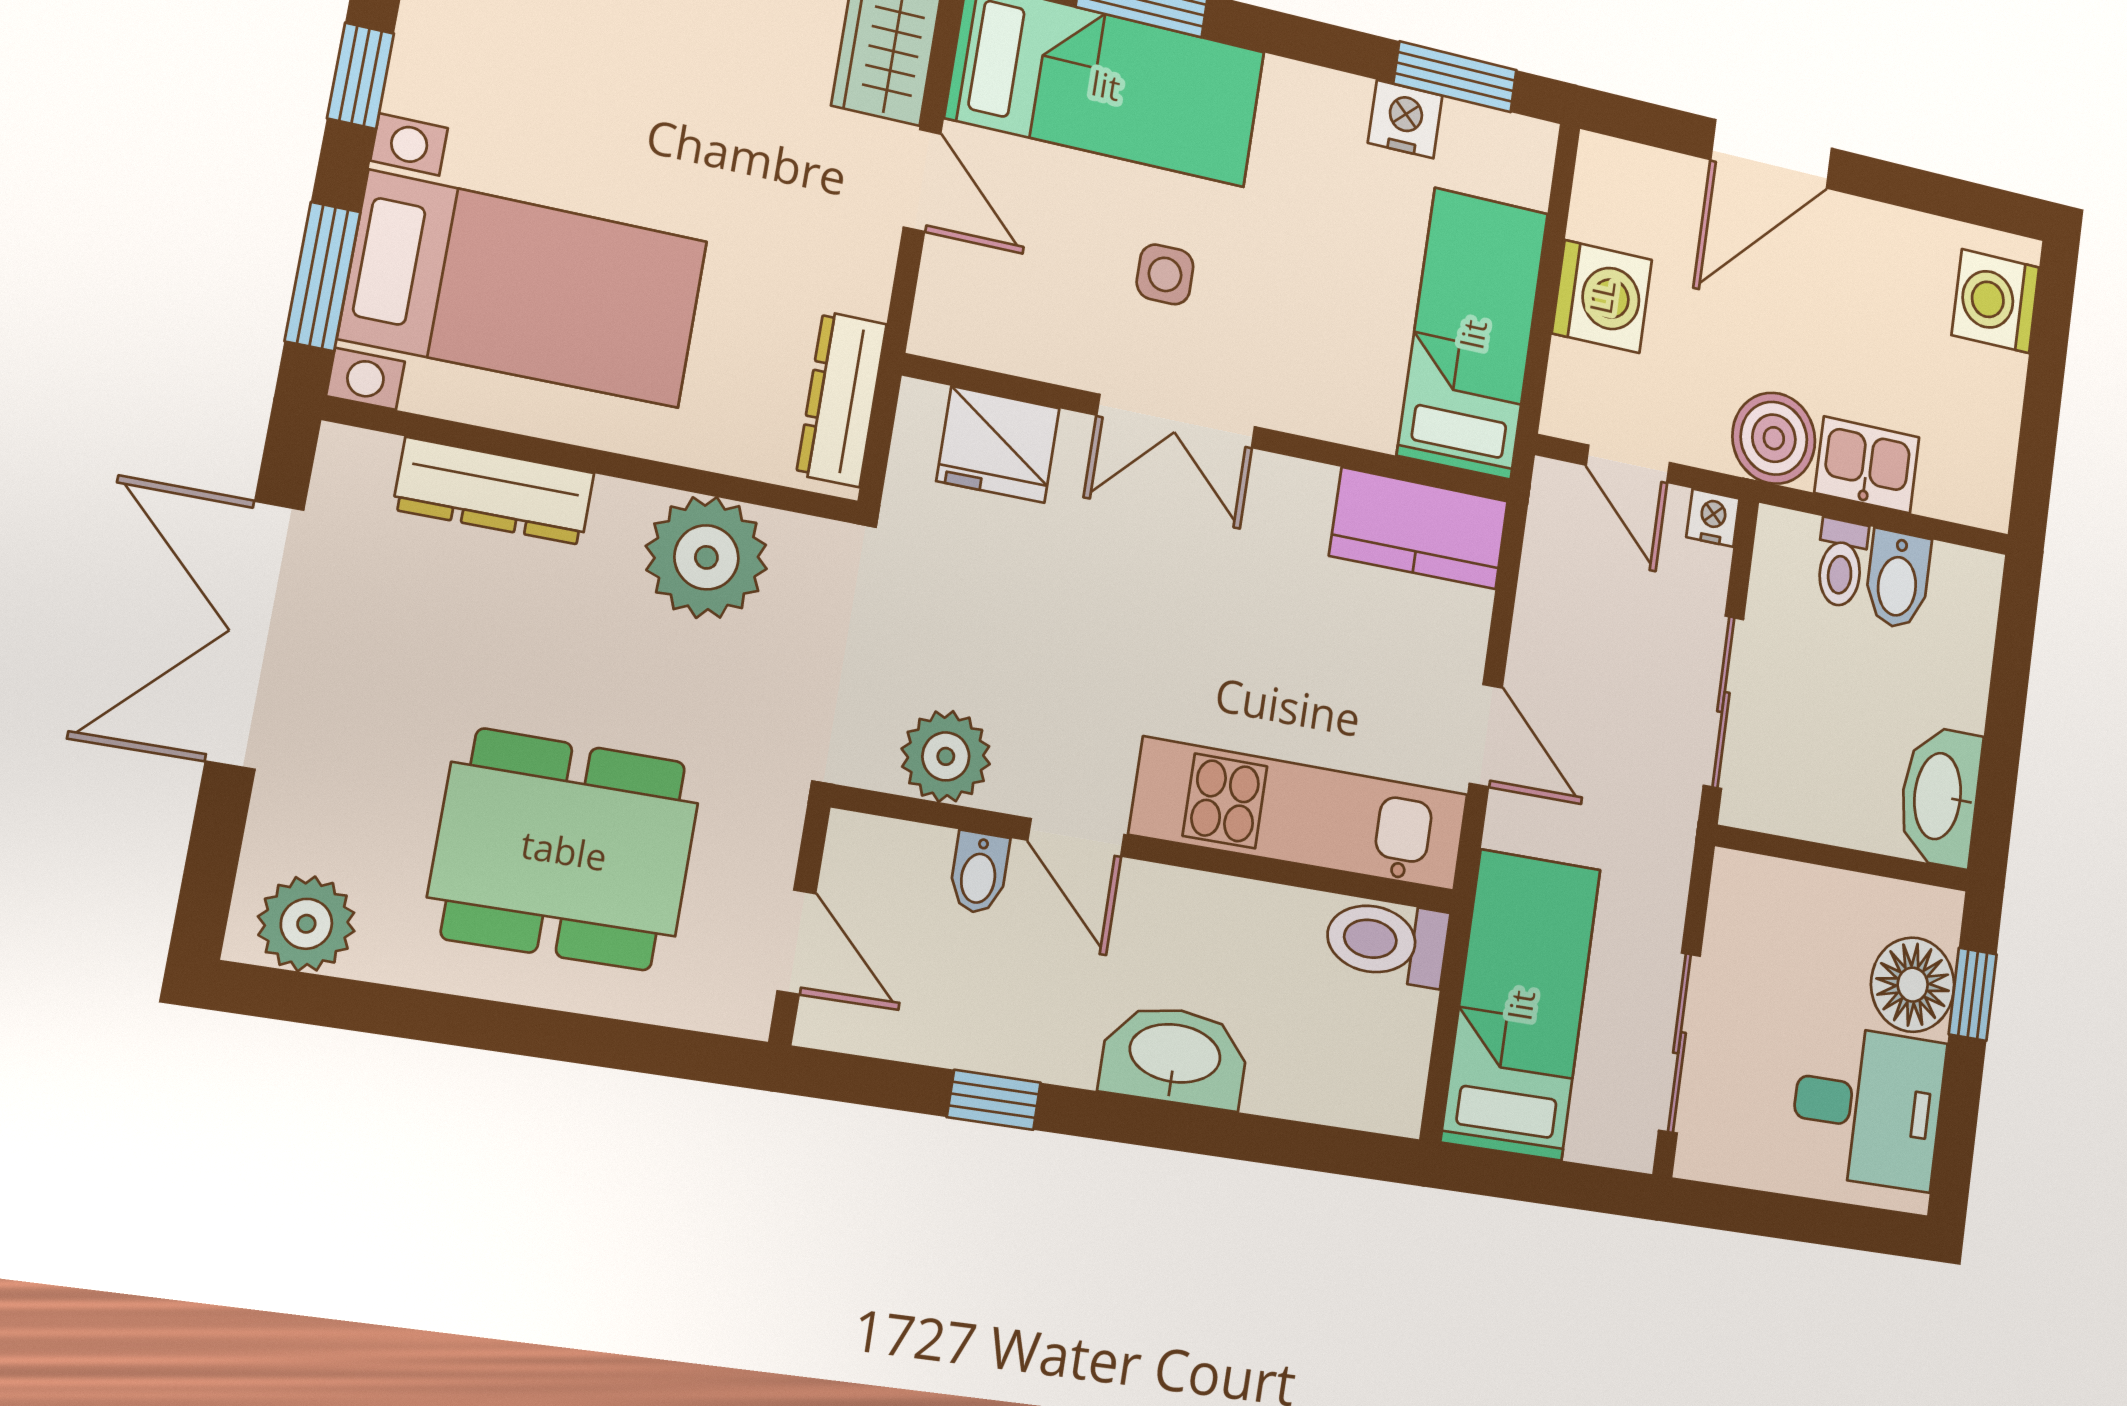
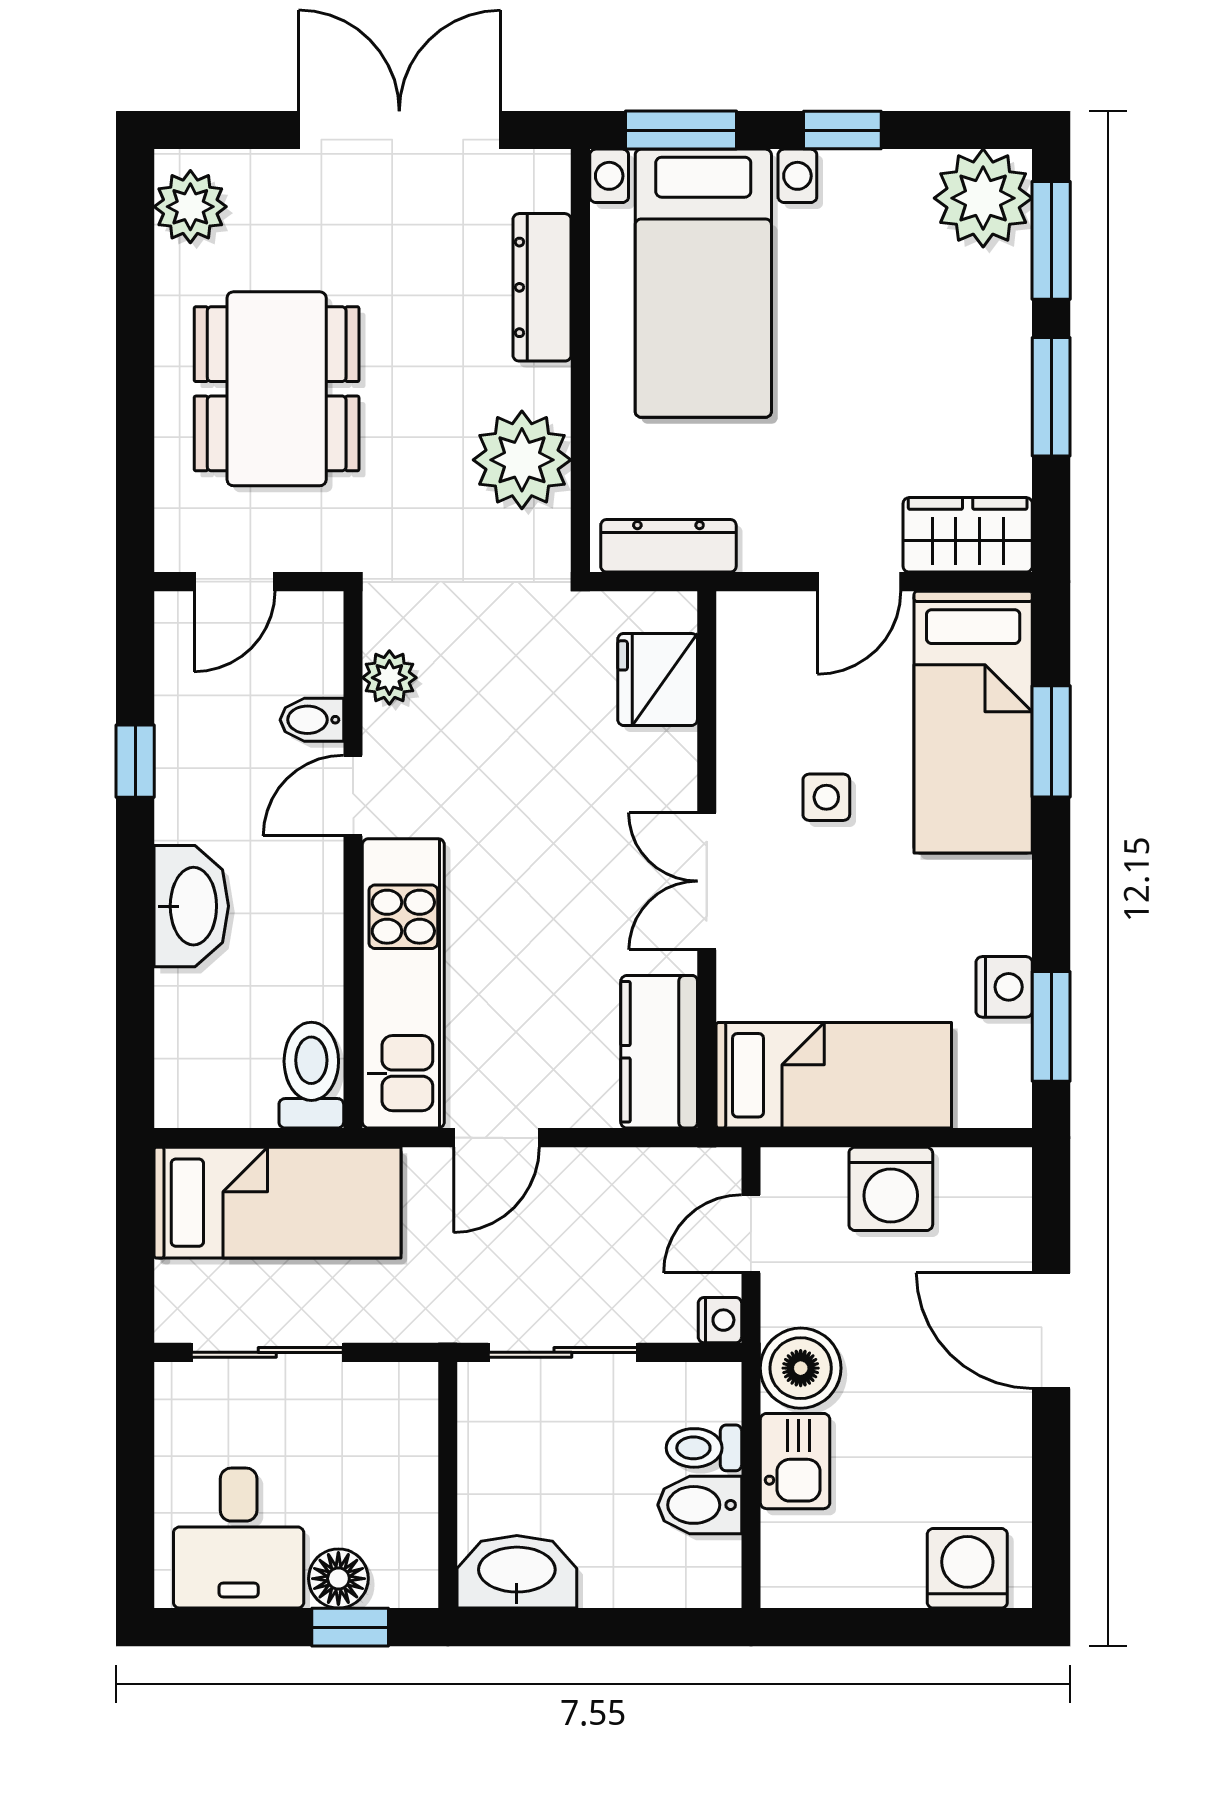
double door: (1176, 421) -> (707, 881), moved
plant: (946, 756) -> (389, 678), width x0.73, depth x0.73
floor lamp: (1913, 985) -> (338, 1579), width x0.73, depth x0.73

